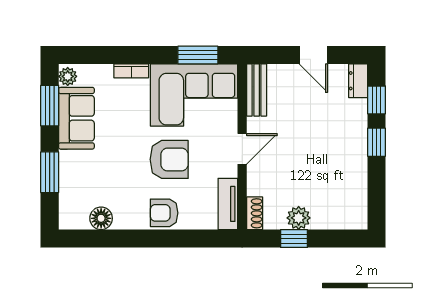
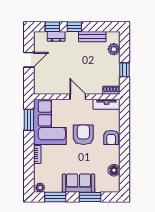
dresser: (358, 81) -> (56, 36), moved
bench: (257, 90) -> (92, 37), moved
sofa: (76, 118) -> (79, 183), moved
plant: (299, 218) -> (114, 49), moved

